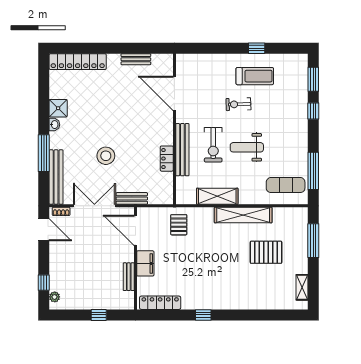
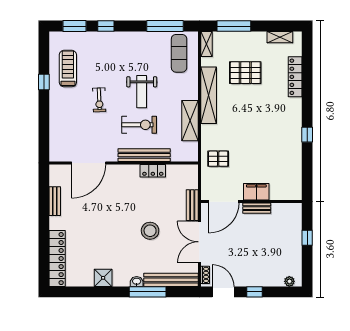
treadmill: (255, 76) -> (68, 69), moved
washbasin: (54, 125) -> (137, 282), moved
shelving: (295, 213) -> (207, 44), added
door: (44, 230) -> (223, 292), hinge flipped
pallet: (266, 252) -> (245, 73), turned 90
bench: (129, 277) -> (257, 208), moved
window: (44, 283) -> (254, 292), moved
locker: (160, 303) -> (295, 77), moved

